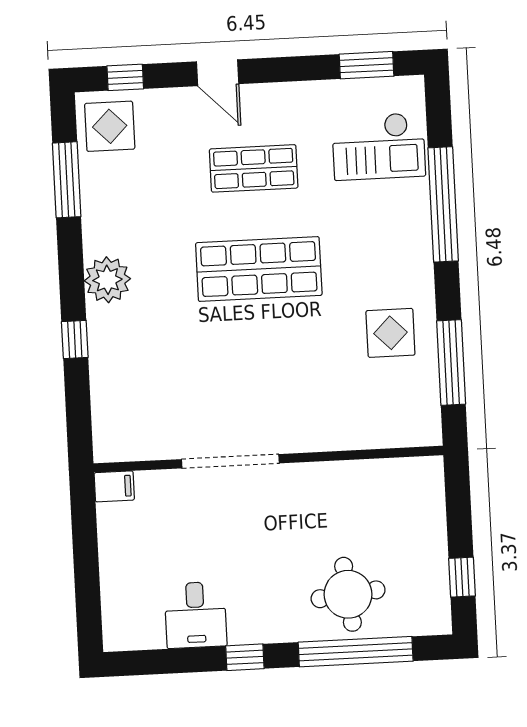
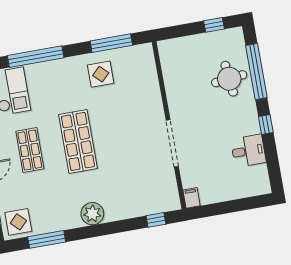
window: (75, 339) -> (156, 220), moved

